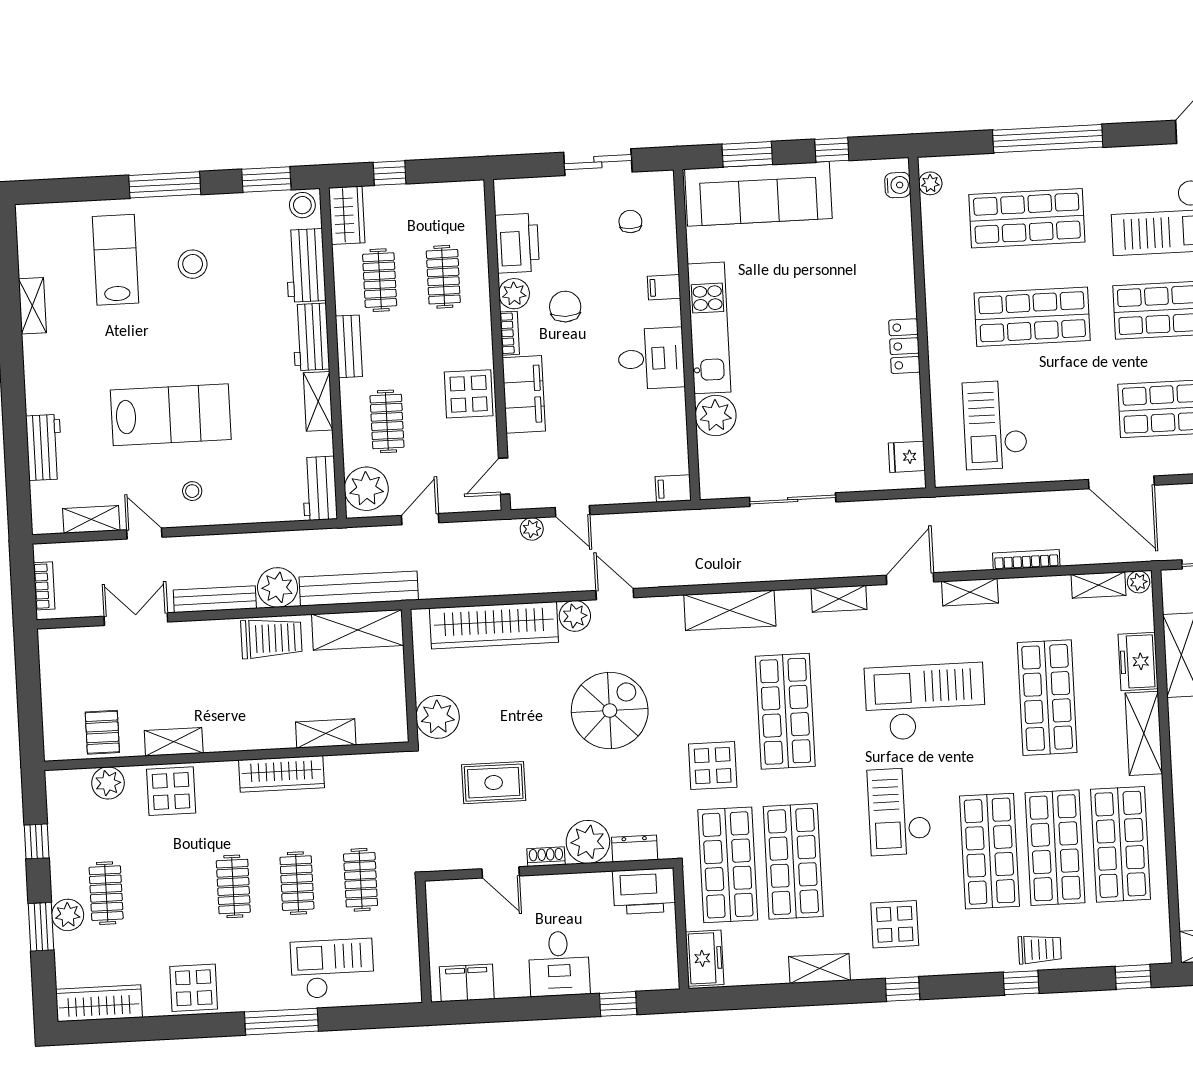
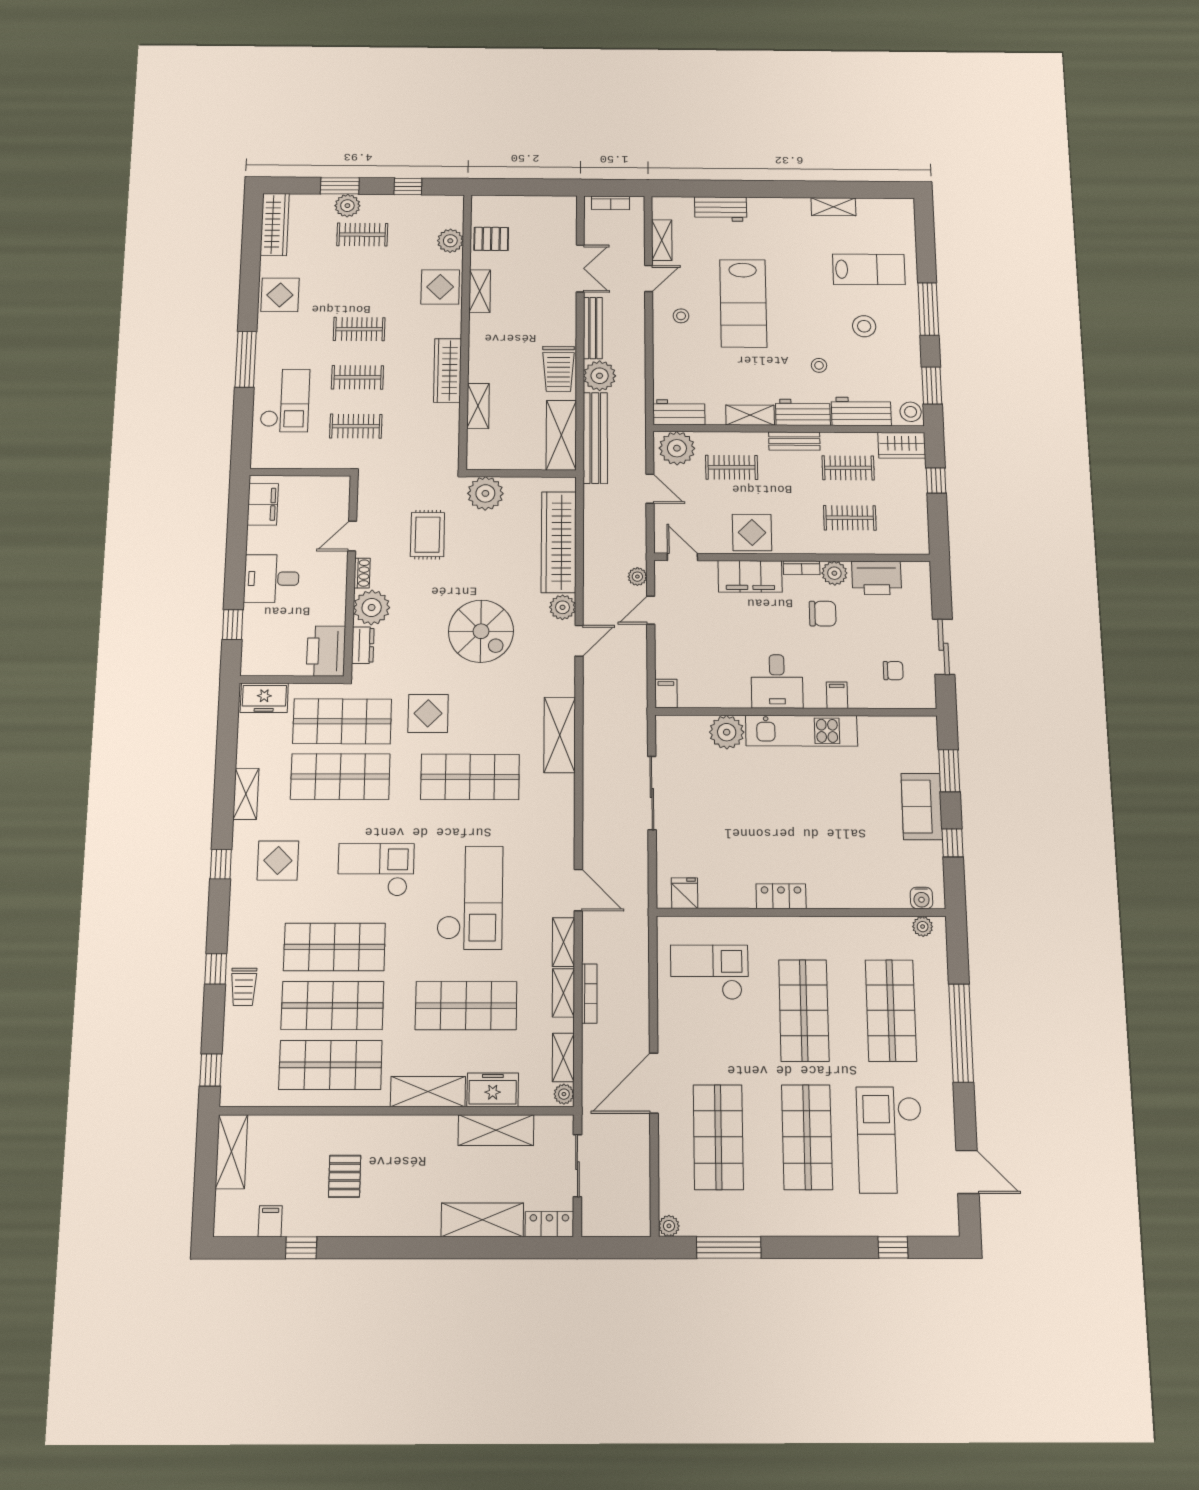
sofa: (758, 194) -> (922, 806), width x0.54, depth x0.79
stool: (248, 319) -> (819, 365), added
shelving: (839, 599) -> (563, 993), moved

